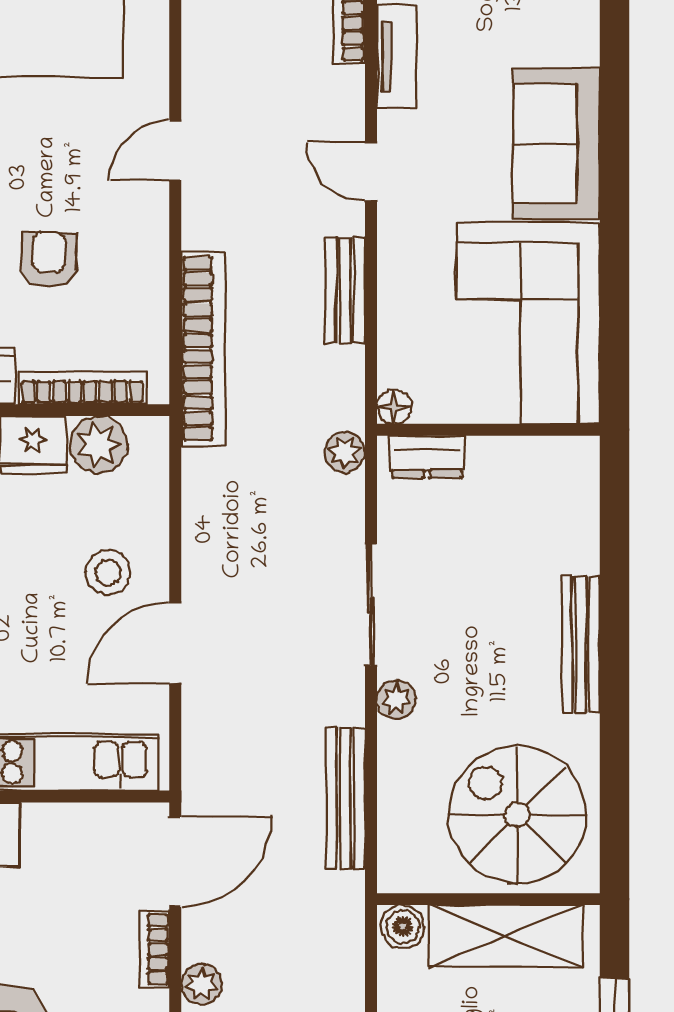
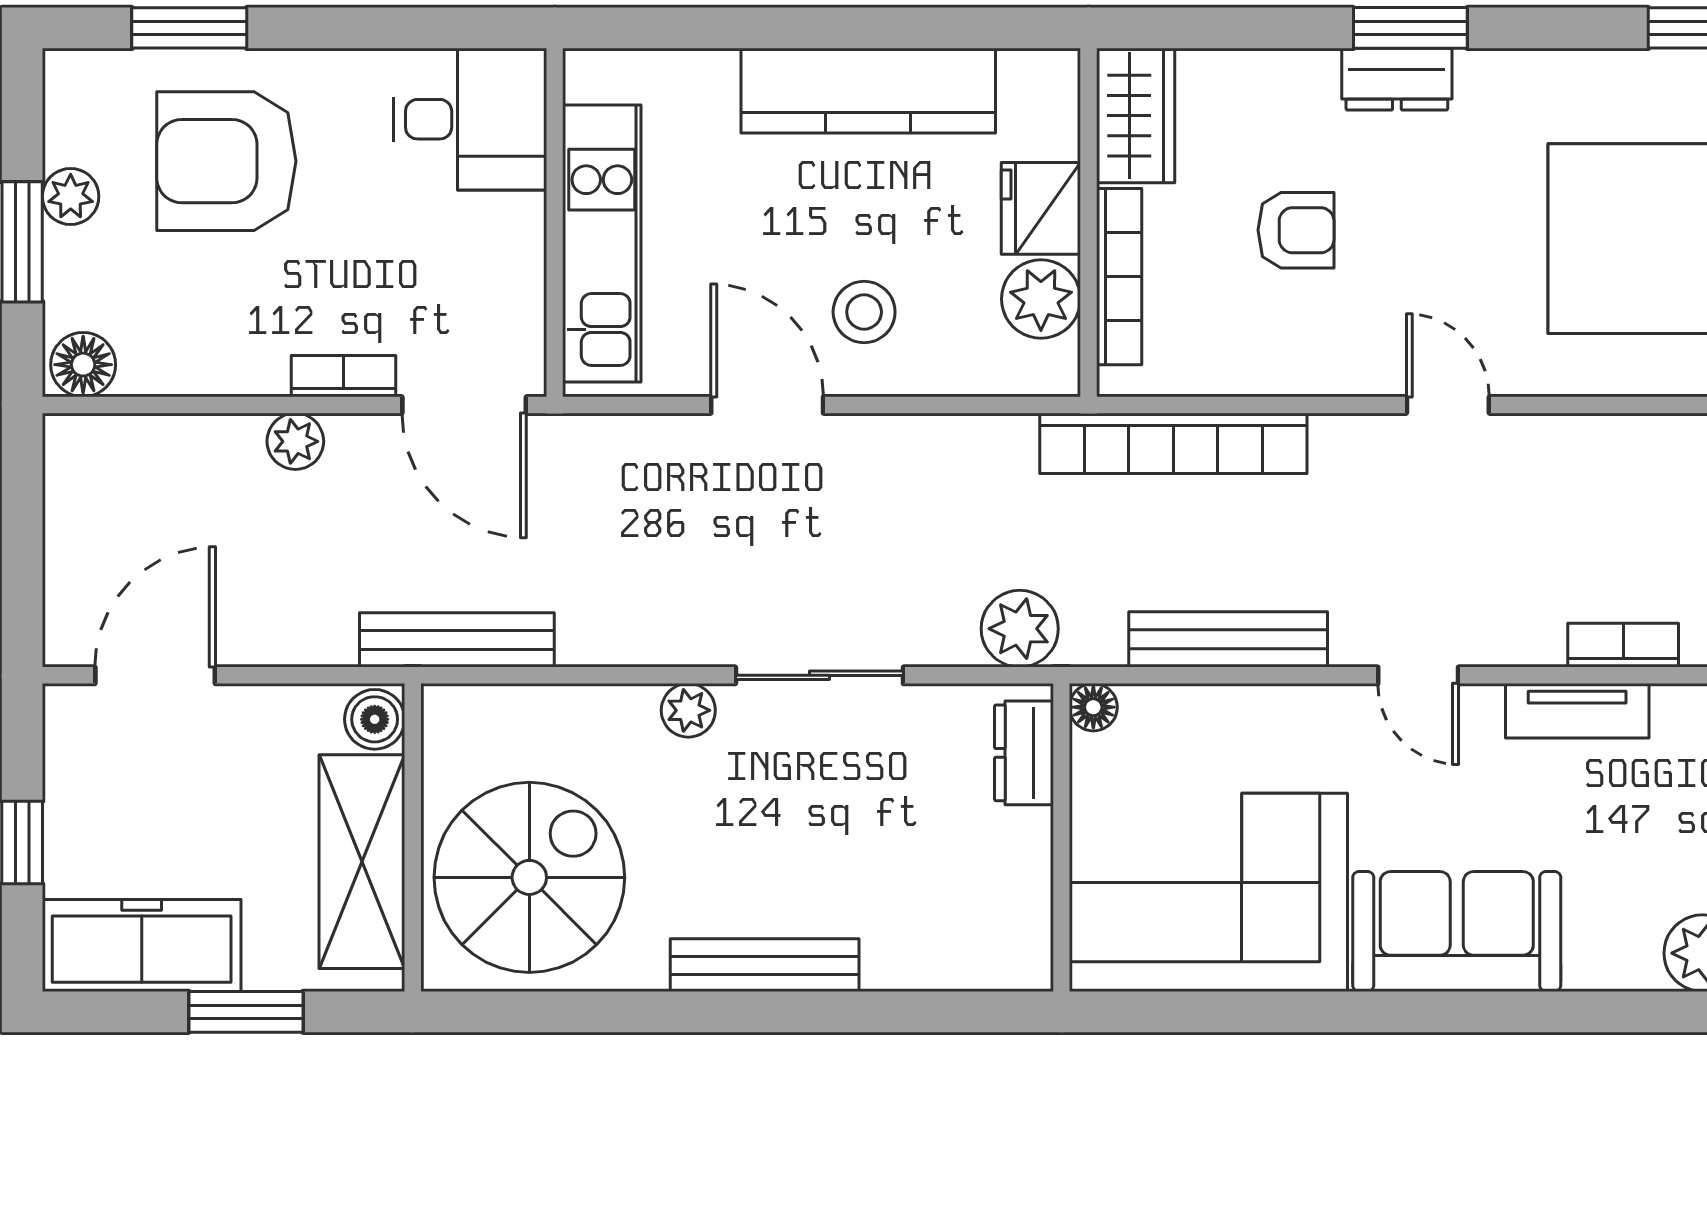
door: (371, 172) -> (1418, 675), swing flipped
bench: (345, 290) -> (1228, 639), width x1.36
plant: (345, 452) -> (1020, 629), width x1.38, depth x1.38
bench: (345, 798) -> (457, 640), moved

